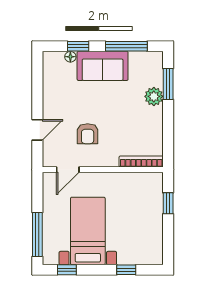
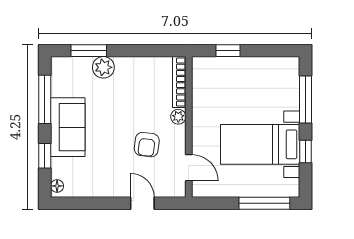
floor lamp: (70, 57) -> (57, 186), moved
armchair: (88, 134) -> (147, 145), turned 97
plant: (111, 161) -> (178, 117), added
window: (67, 270) -> (306, 151), moved
window: (126, 270) -> (306, 100), width x2.17

